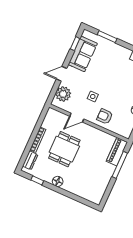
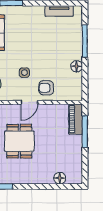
door: (77, 118) -> (29, 102), moved
floor lamp: (58, 181) -> (60, 178), moved

